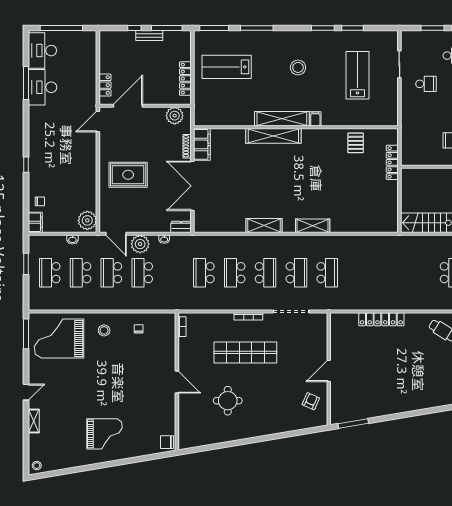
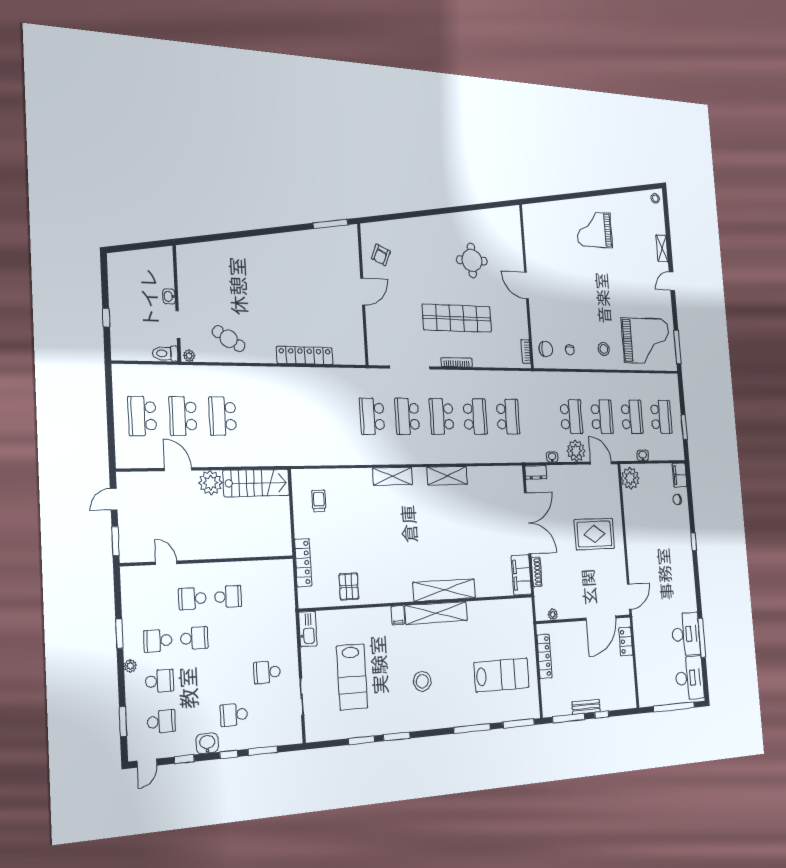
kitchen sink: (391, 113) -> (308, 629), added
plant: (175, 116) -> (553, 614), width x0.53, depth x0.53
trolley: (377, 208) -> (319, 501), added
chair: (167, 442) -> (546, 349), moved

